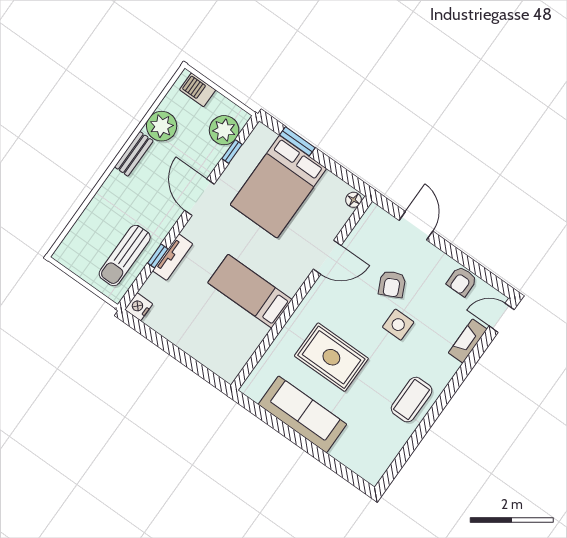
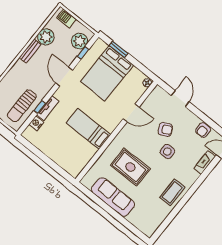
armchair: (392, 284) -> (165, 129), turned -91
nightstand: (139, 307) -> (36, 123), moved

